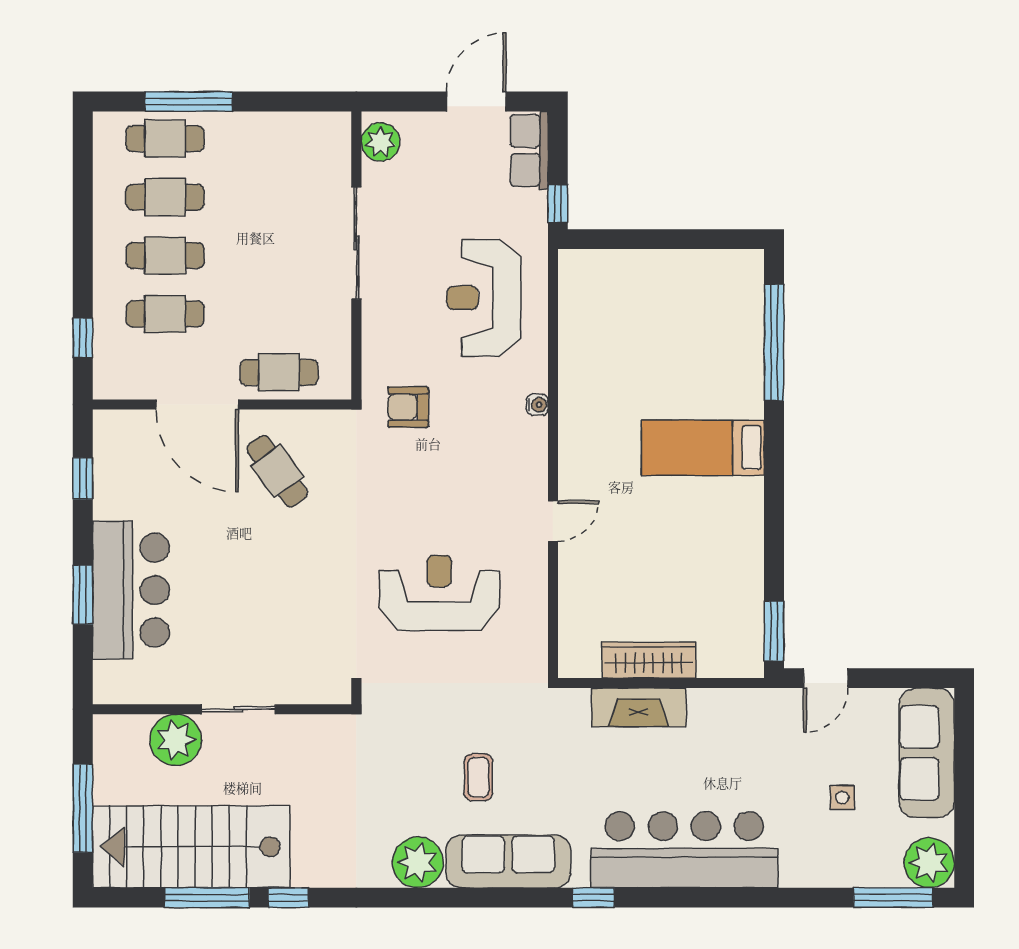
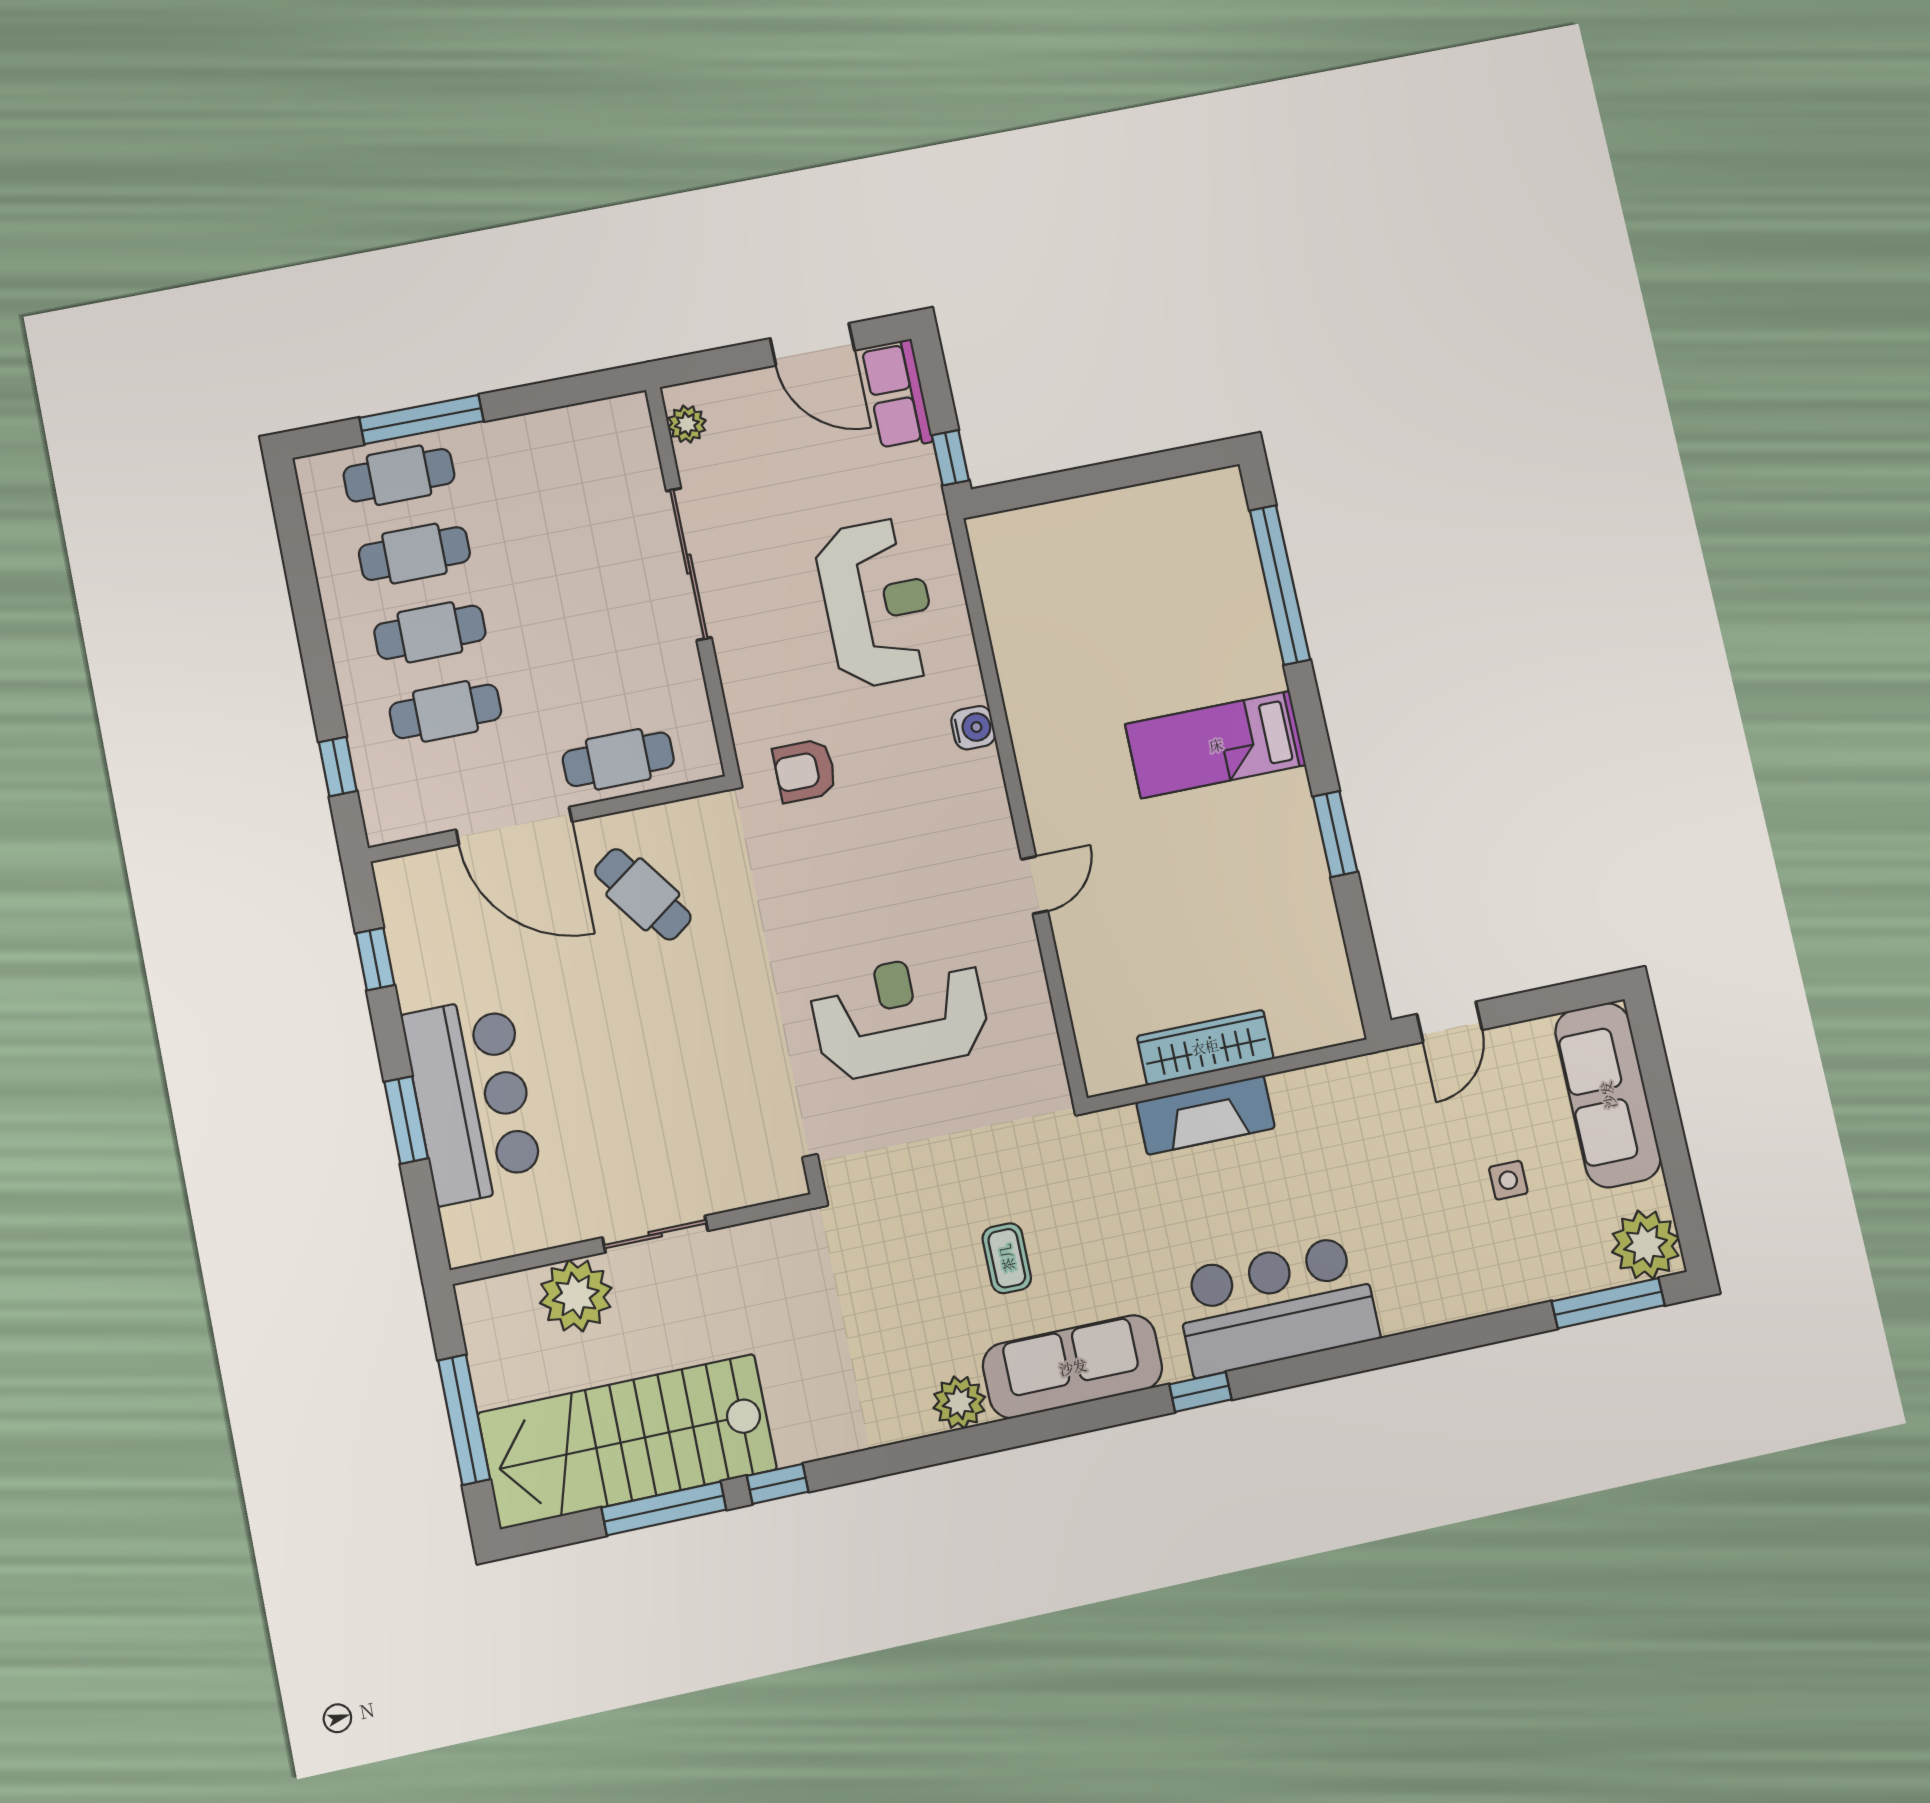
door: (476, 102) -> (812, 344), swing flipped
plant: (381, 142) -> (687, 424), width x0.73, depth x0.73
reception desk: (484, 298) -> (877, 603), turned 180
water cooler: (537, 405) -> (973, 728), width x1.38, depth x1.38
window: (774, 631) -> (1335, 834), moved
bar counter: (684, 850) -> (1276, 1306), width x0.73
plant: (418, 862) -> (959, 1402), width x0.73, depth x0.73

